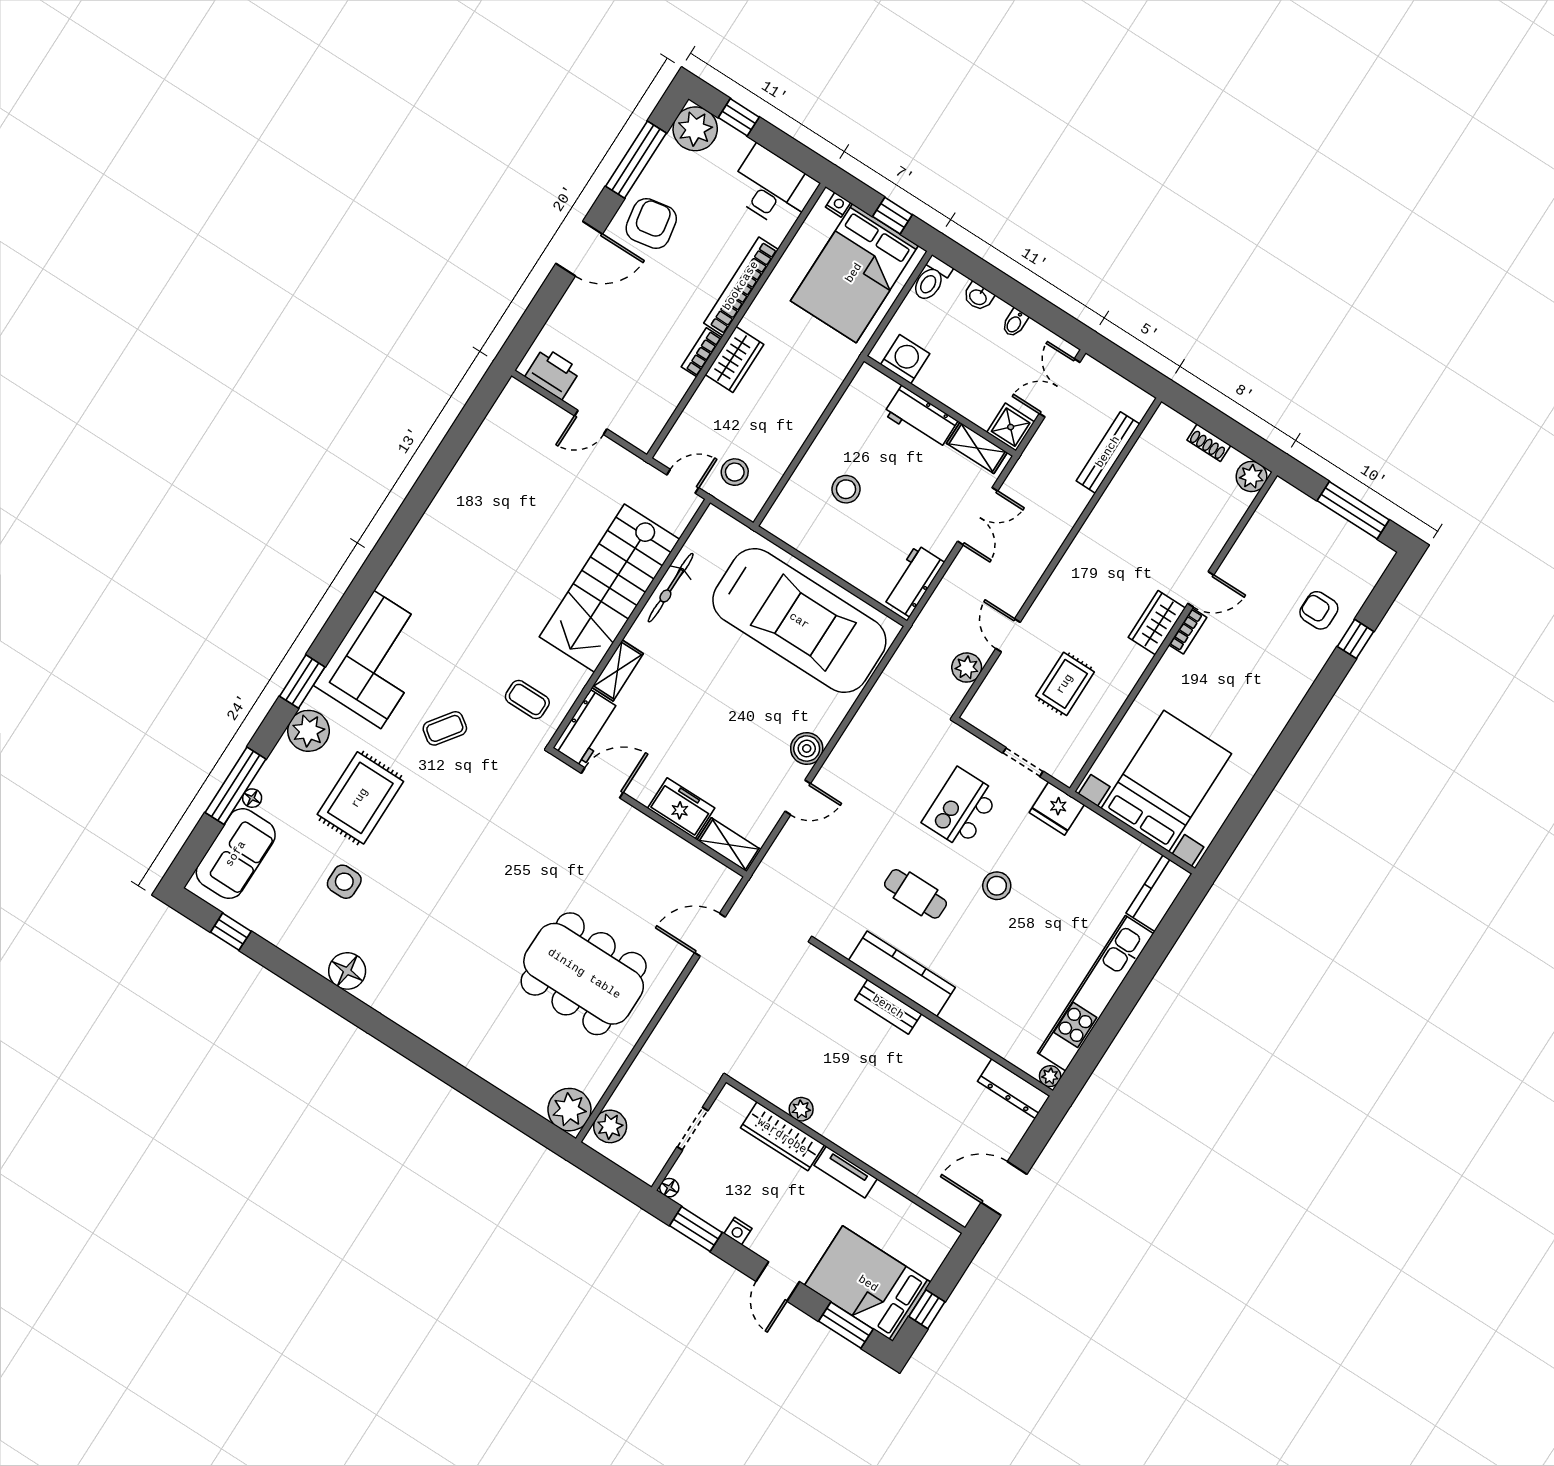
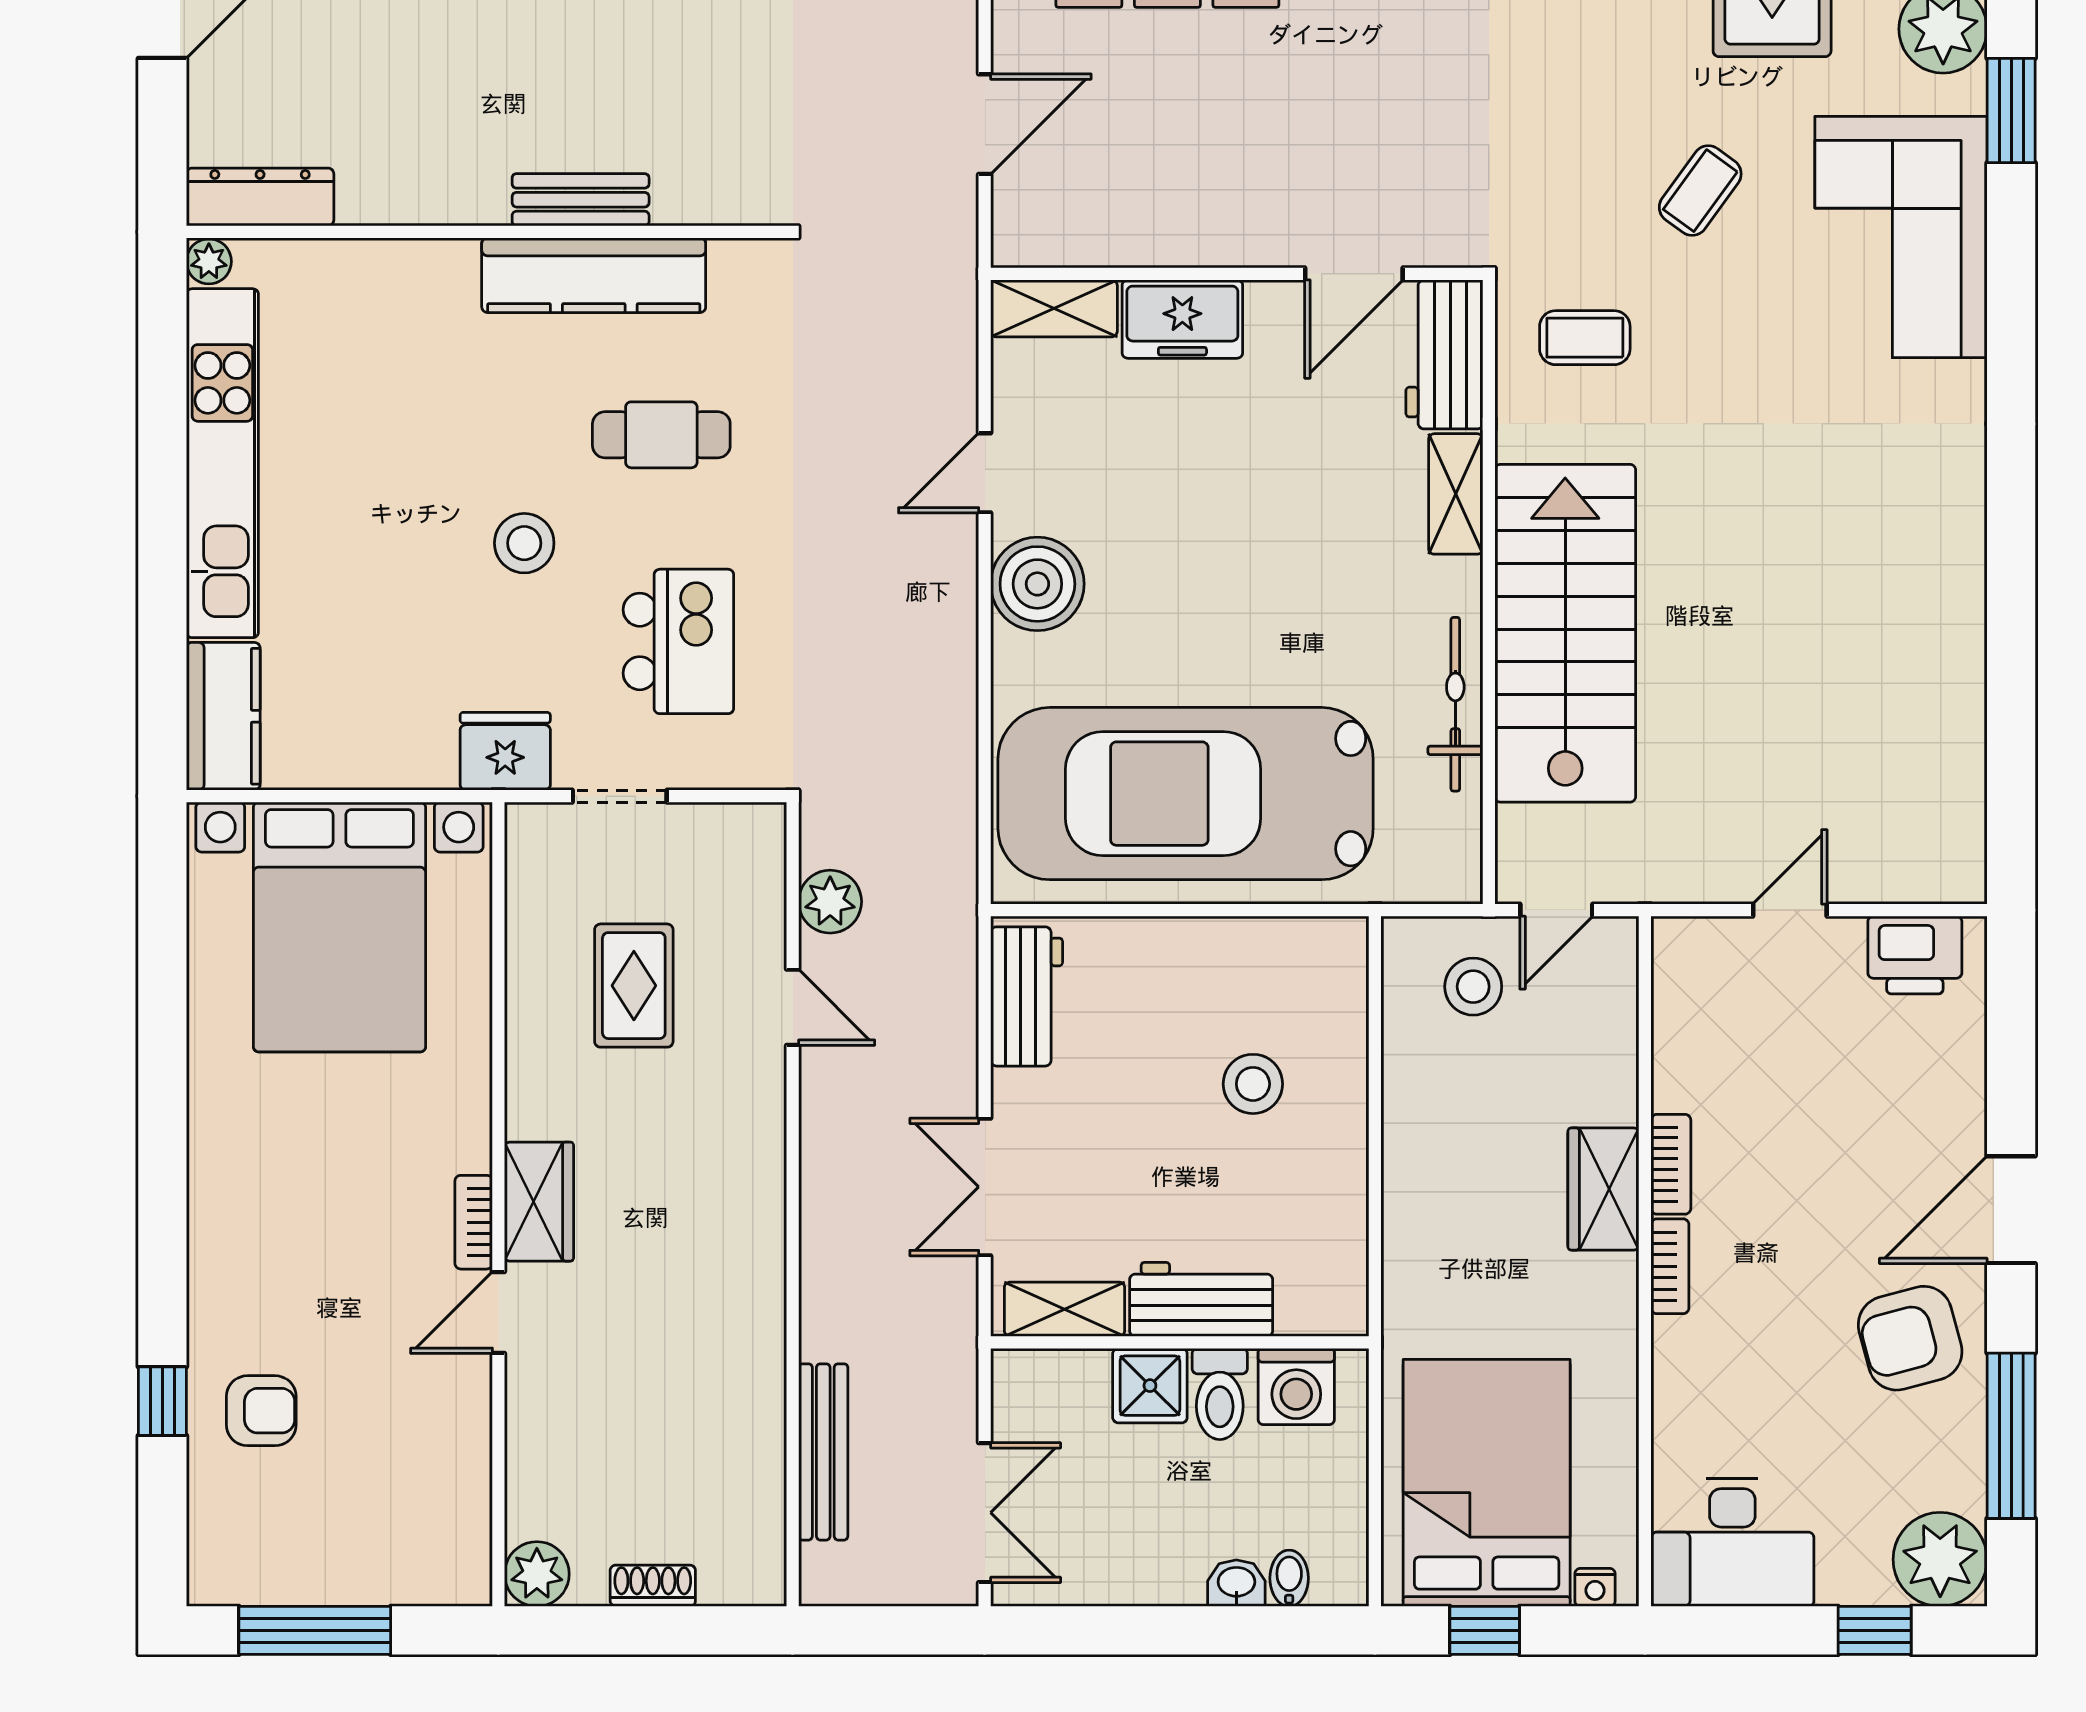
armchair: (651, 223) -> (1910, 1338), turned 85
toilet: (931, 279) -> (1220, 1394), moved, turned 180
bookcase: (741, 286) -> (1670, 1266), width x0.43, depth x0.76
bidet: (1015, 323) -> (1289, 1578), moved
shower: (1011, 427) -> (1150, 1386), moved
boiler: (807, 748) -> (1037, 584), width x1.37, depth x1.37

